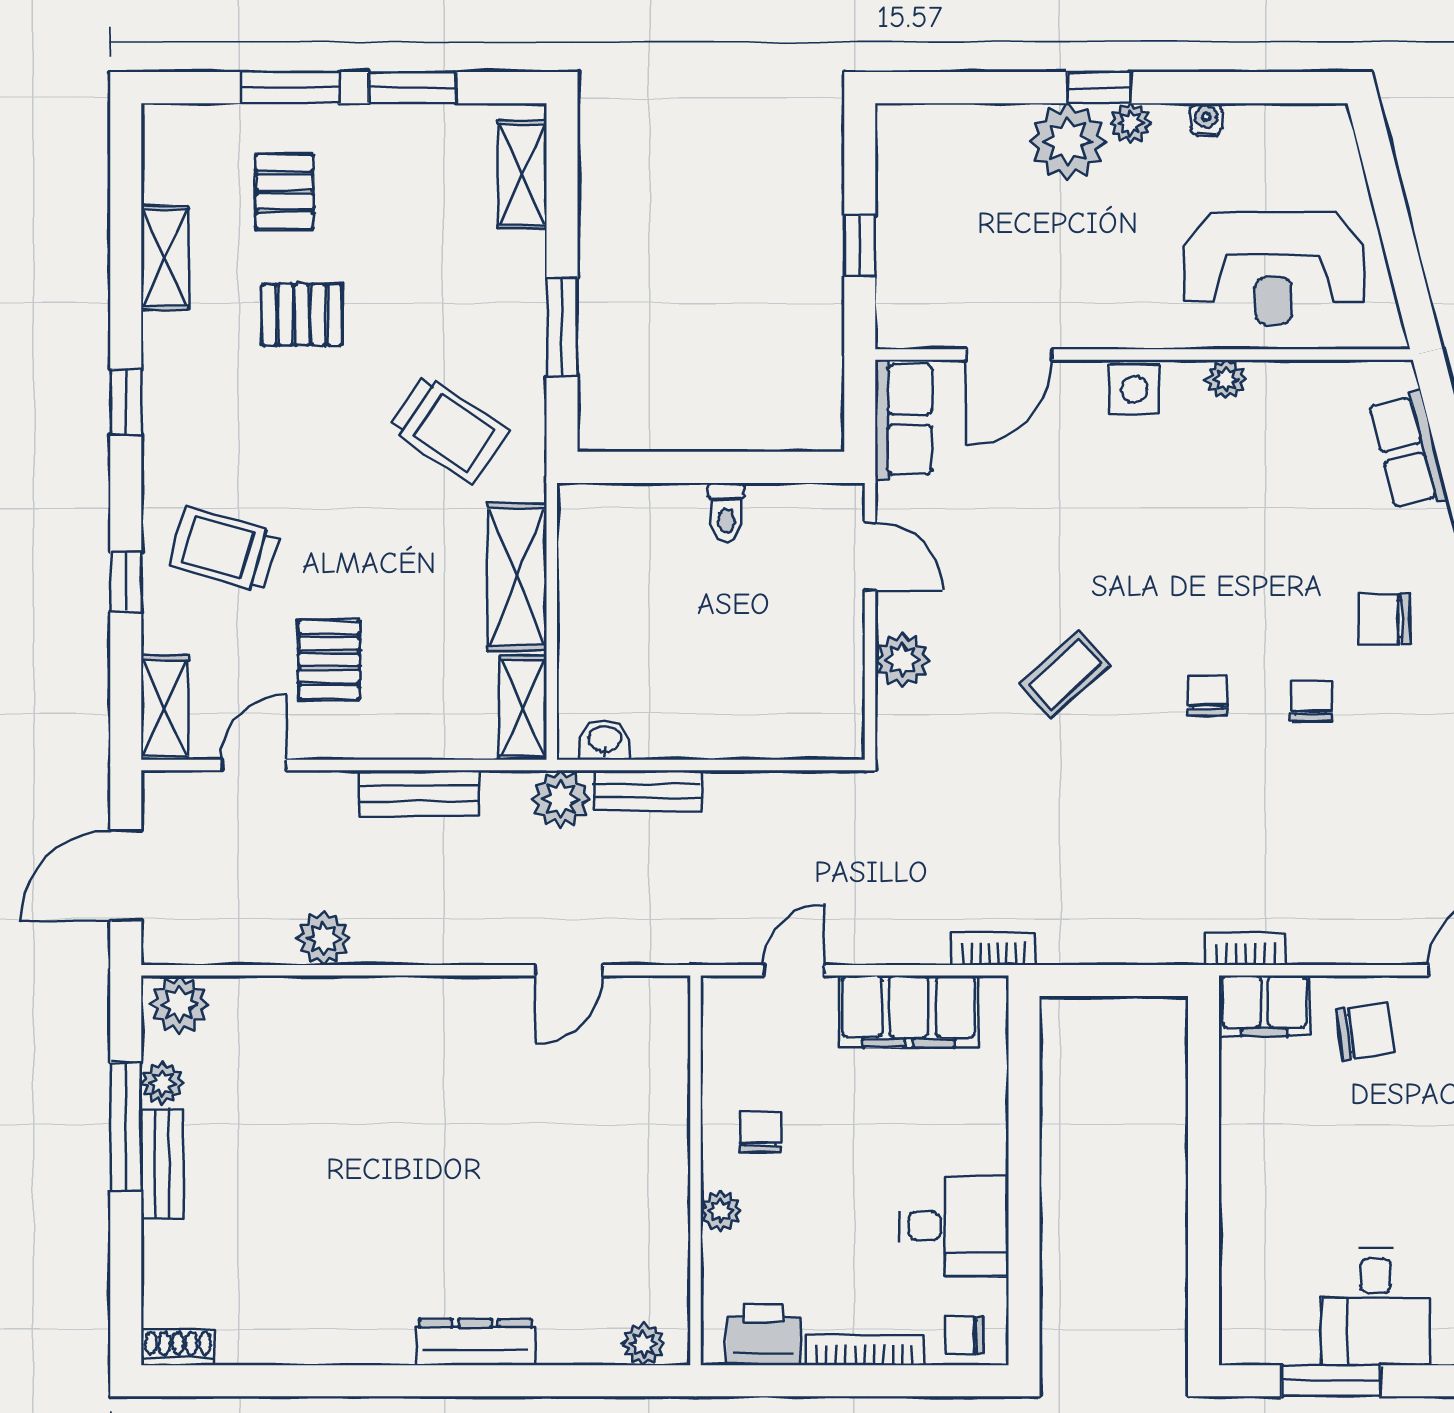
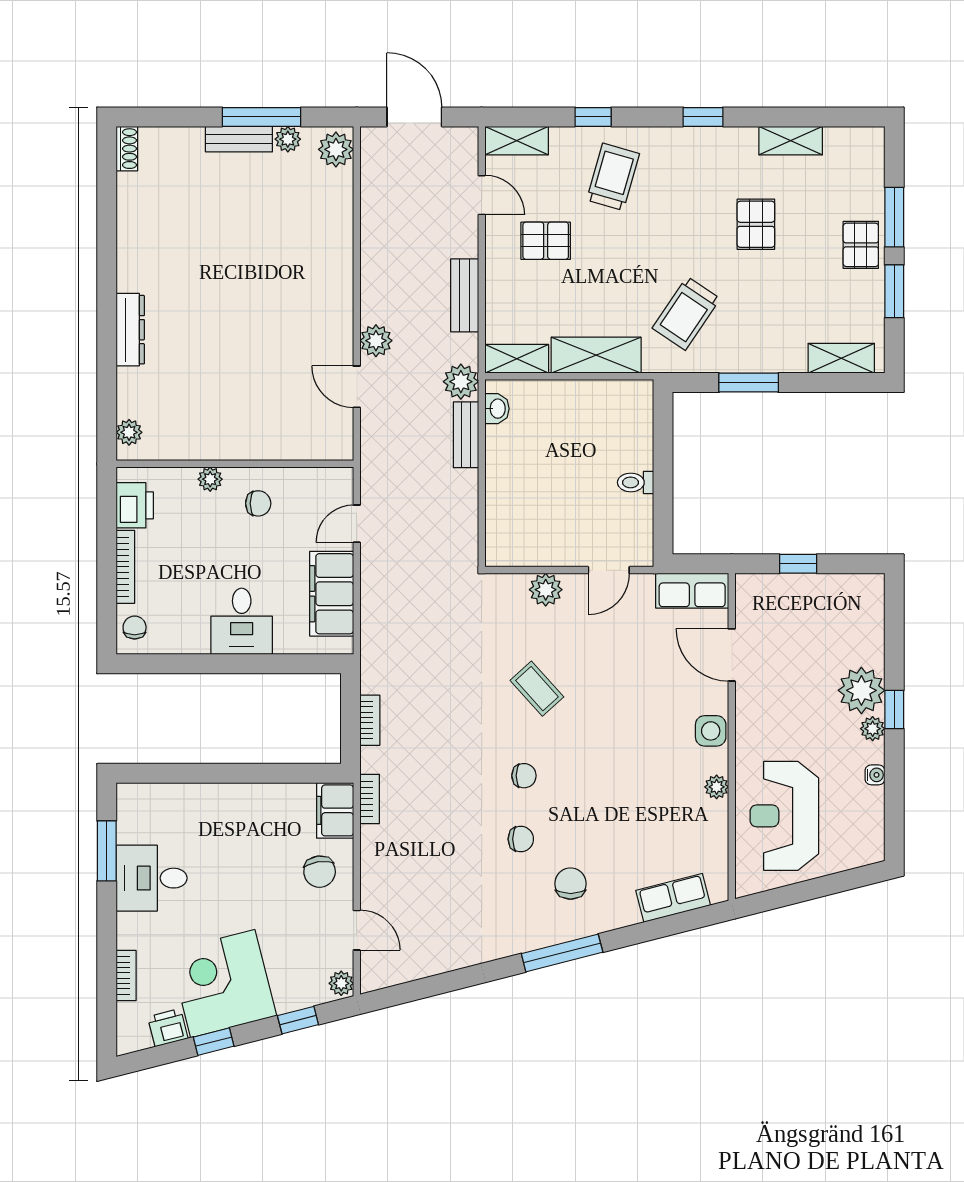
pallet: (284, 192) -> (861, 245), moved, turned 90
plant: (324, 939) -> (376, 341), moved
bookcase: (994, 949) -> (370, 720), moved
door: (794, 970) -> (357, 524), swing flipped
desk: (954, 1226) -> (242, 621), moved

